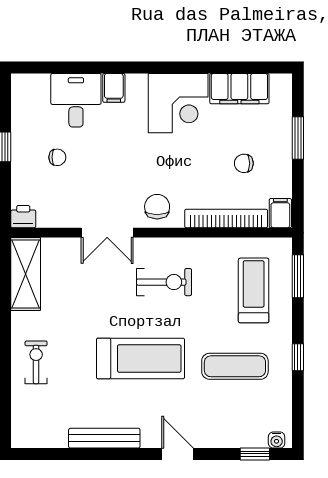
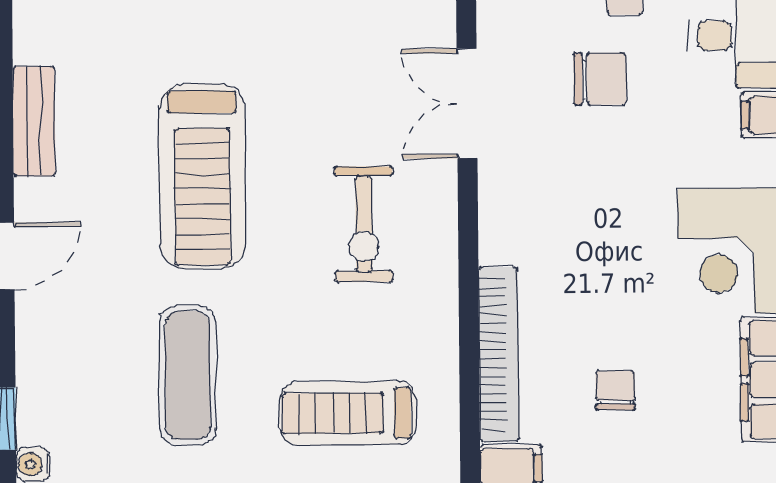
chair: (157, 207) -> (600, 79), moved
treadmill: (254, 290) -> (348, 413), turned 180
bench: (104, 438) -> (34, 121), width x0.73

